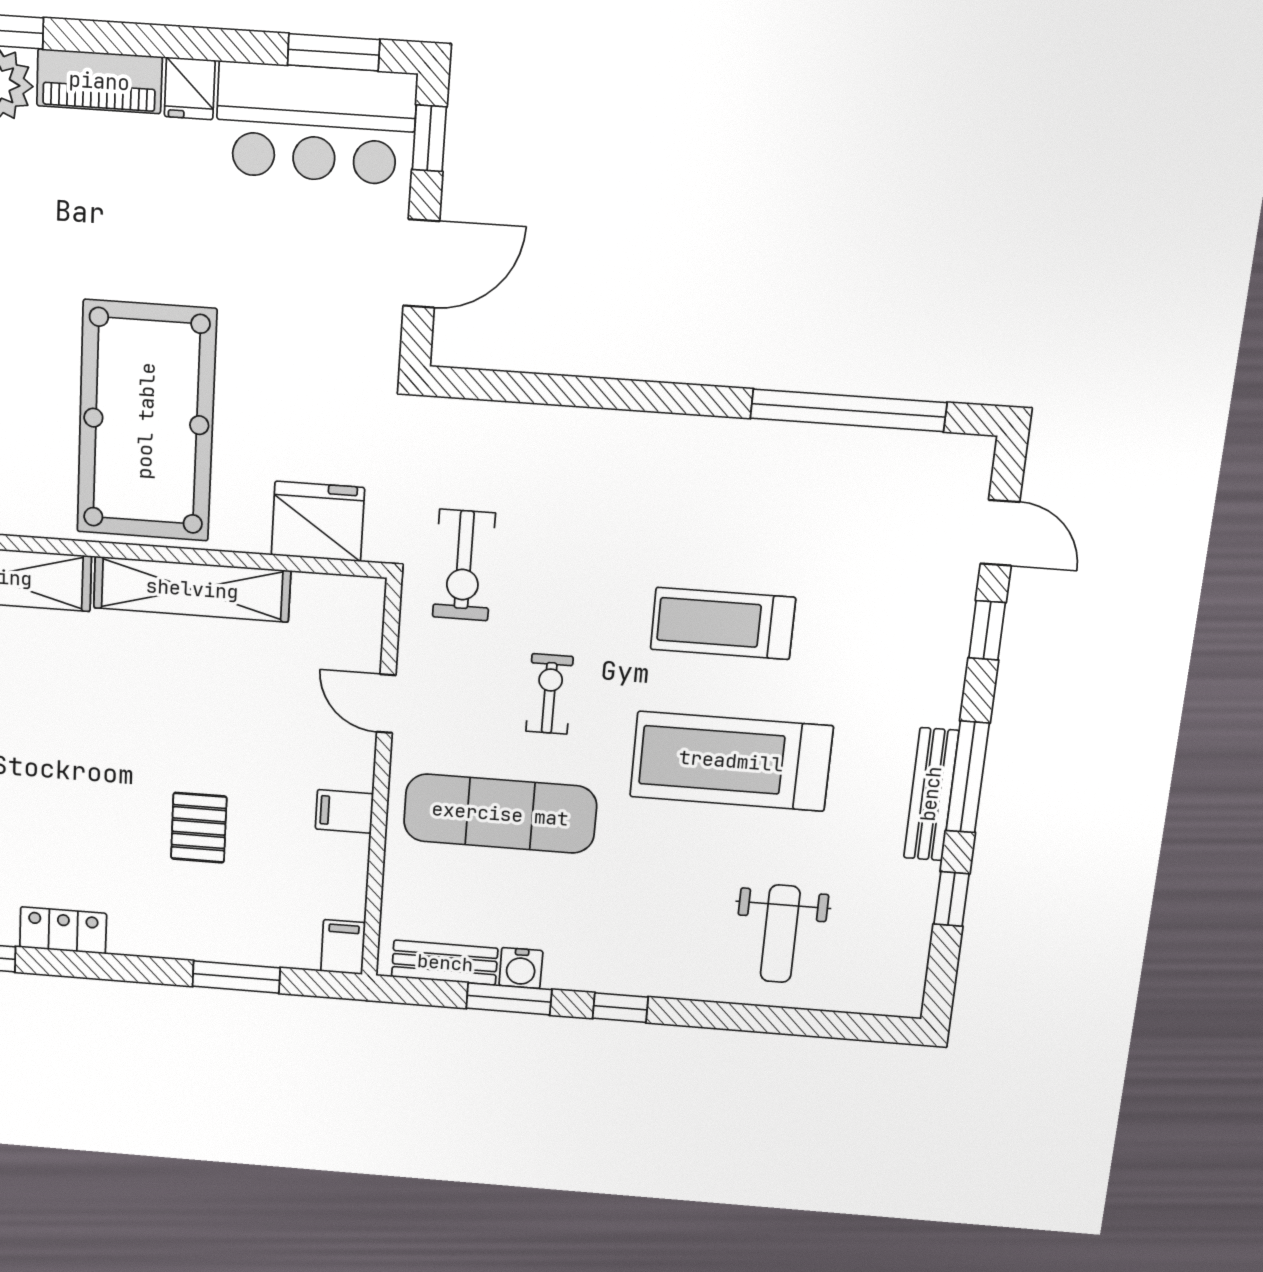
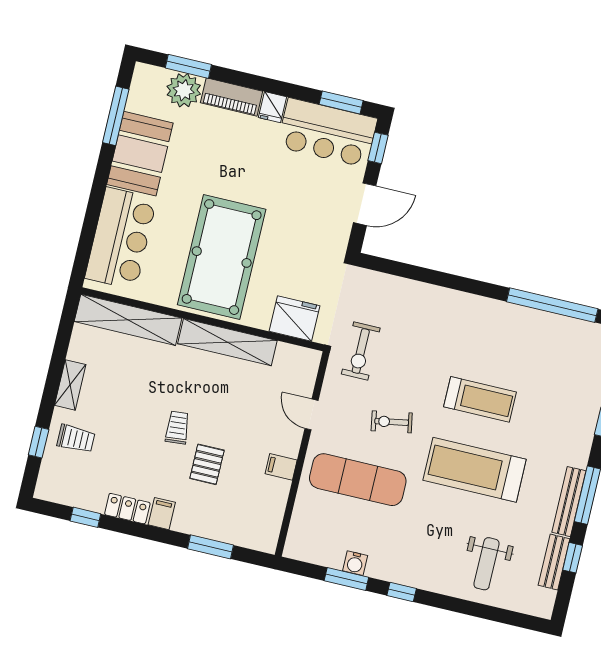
treadmill: (723, 623) -> (480, 399), turned 180
exercise bike: (550, 694) -> (392, 422), turned -100
trolley: (127, 767) -> (177, 427), added
filing cabinet: (343, 947) -> (162, 514), moved
bench: (445, 963) -> (554, 562), moved, turned 90

